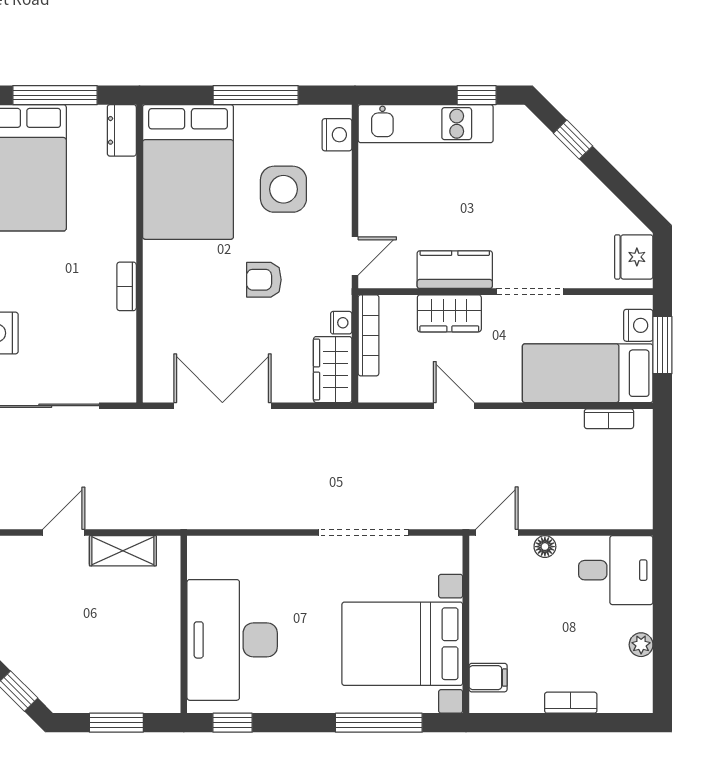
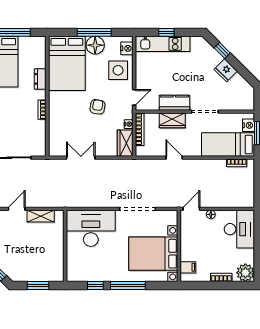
window: (477, 95) -> (166, 32), moved
floor lamp: (258, 127) -> (95, 45), added
dresser: (122, 130) -> (40, 79), moved
side table: (283, 189) -> (118, 70), moved
fridge: (634, 257) -> (226, 70), moved, turned -45
armchair: (264, 280) -> (97, 107), turned 99
double door: (222, 406) -> (81, 158), width x0.73
desk: (616, 570) -> (239, 229), width x1.37
desk: (232, 640) -> (91, 228), moved, turned 90
plant: (641, 645) -> (245, 273), moved, width x1.87, depth x1.87
window: (233, 723) -> (95, 285), moved
window: (379, 723) -> (128, 285), moved

